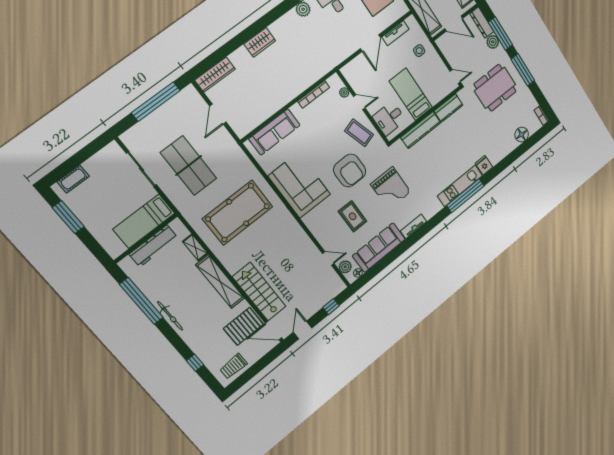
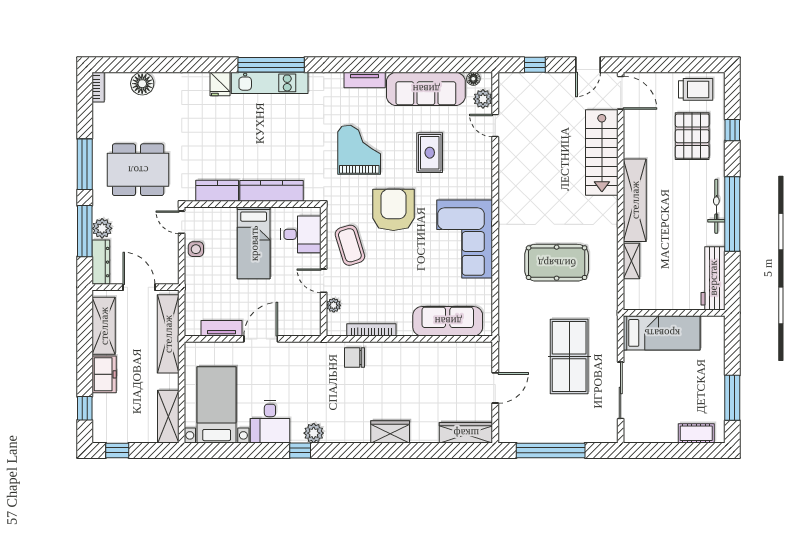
side table: (419, 51) -> (196, 249), moved
chair: (312, 71) -> (355, 357), added
pool table: (238, 213) -> (557, 263), width x0.73, depth x0.76
workbench: (154, 246) -> (713, 278), moved, turned -90
window: (141, 301) -> (732, 214), moved
pallet: (243, 326) -> (692, 136), moved, turned 90

